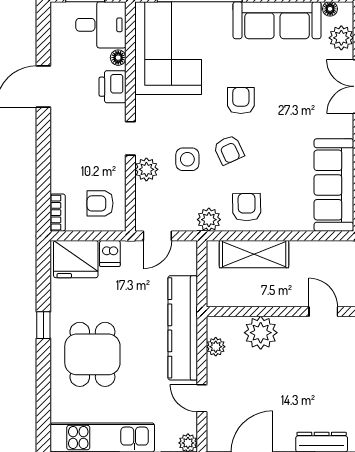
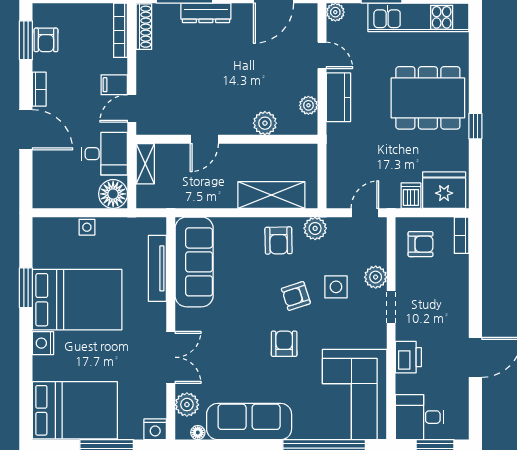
floor lamp: (118, 58) -> (403, 385), removed
armchair: (241, 101) -> (284, 344), turned 180
armchair: (229, 150) -> (296, 296), turned -83
door: (323, 312) -> (204, 139), hinge flipped
kitchen counter: (183, 328) -> (338, 97), width x0.48, depth x0.86
plant: (261, 333) -> (265, 123), width x0.73, depth x0.73
dining table: (92, 354) -> (428, 98), width x1.37

